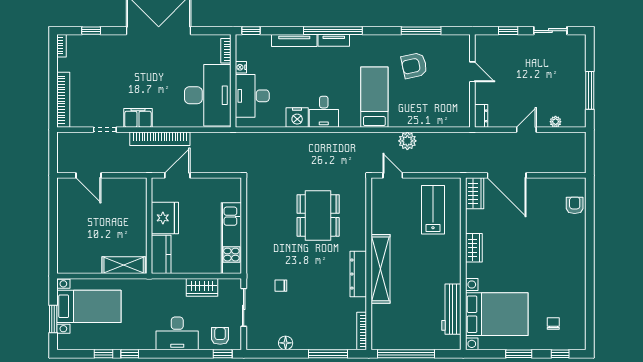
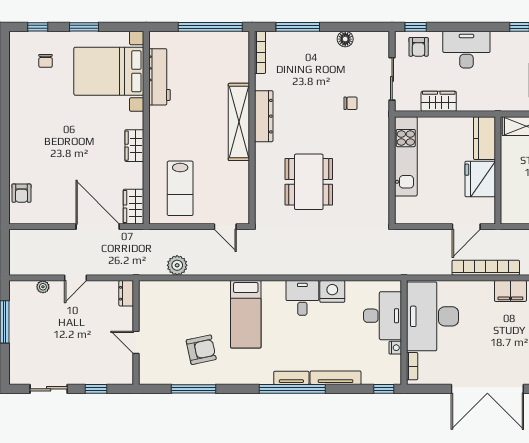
plant: (407, 141) -> (177, 265), moved

